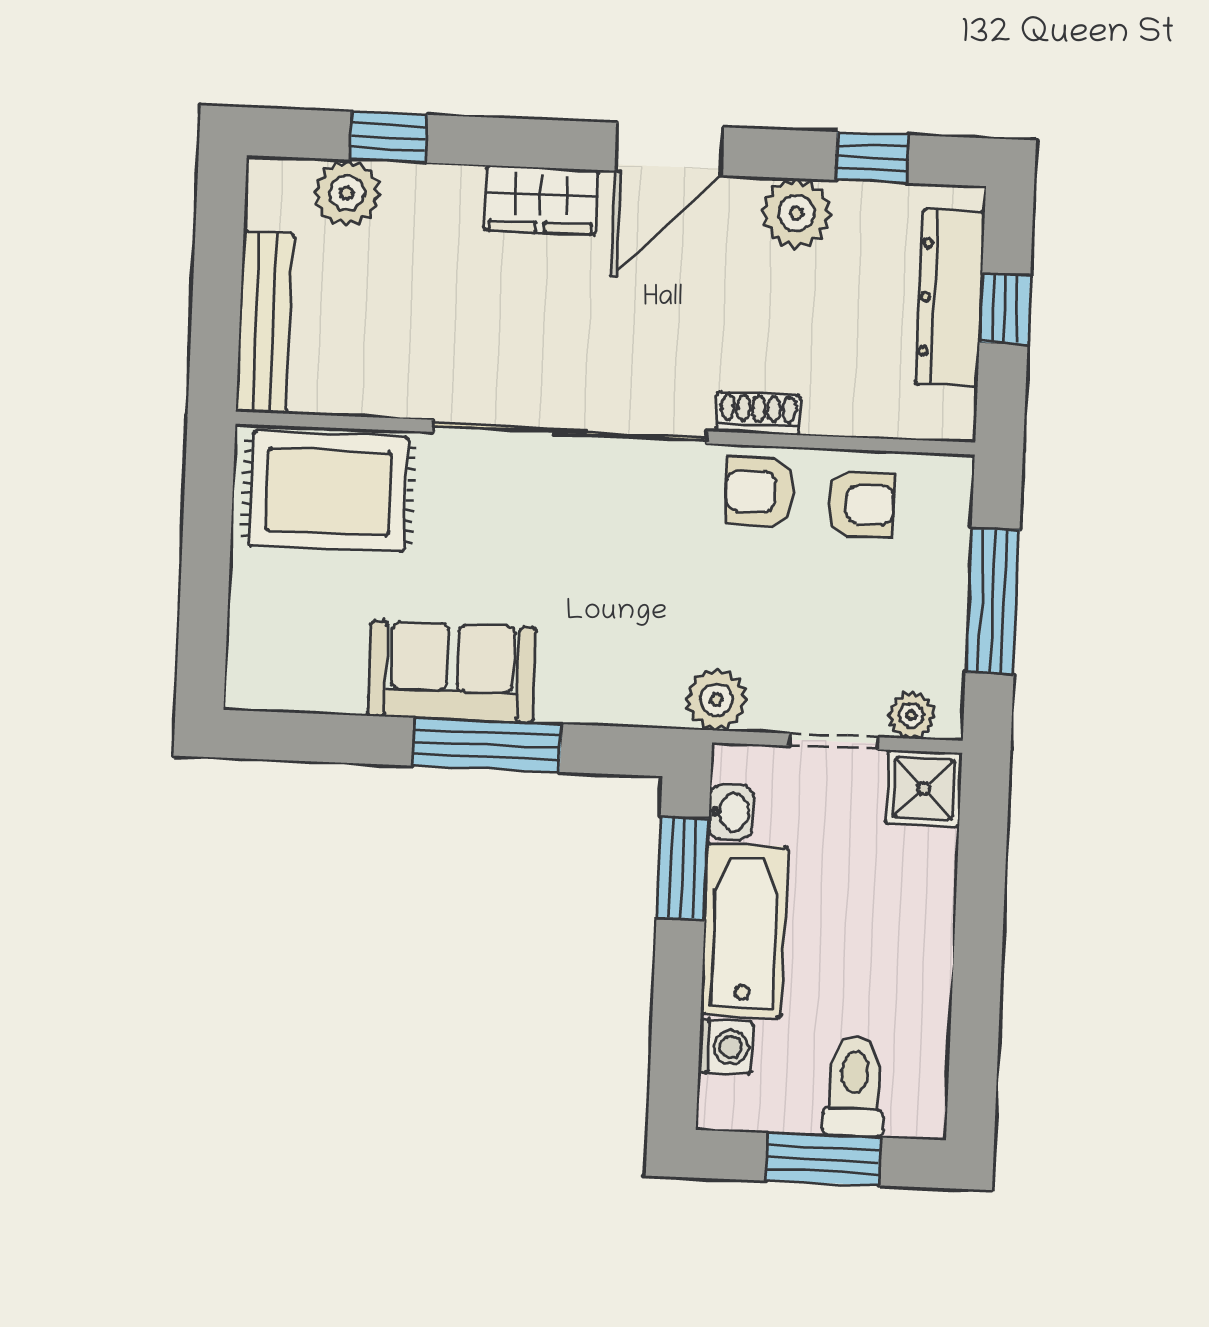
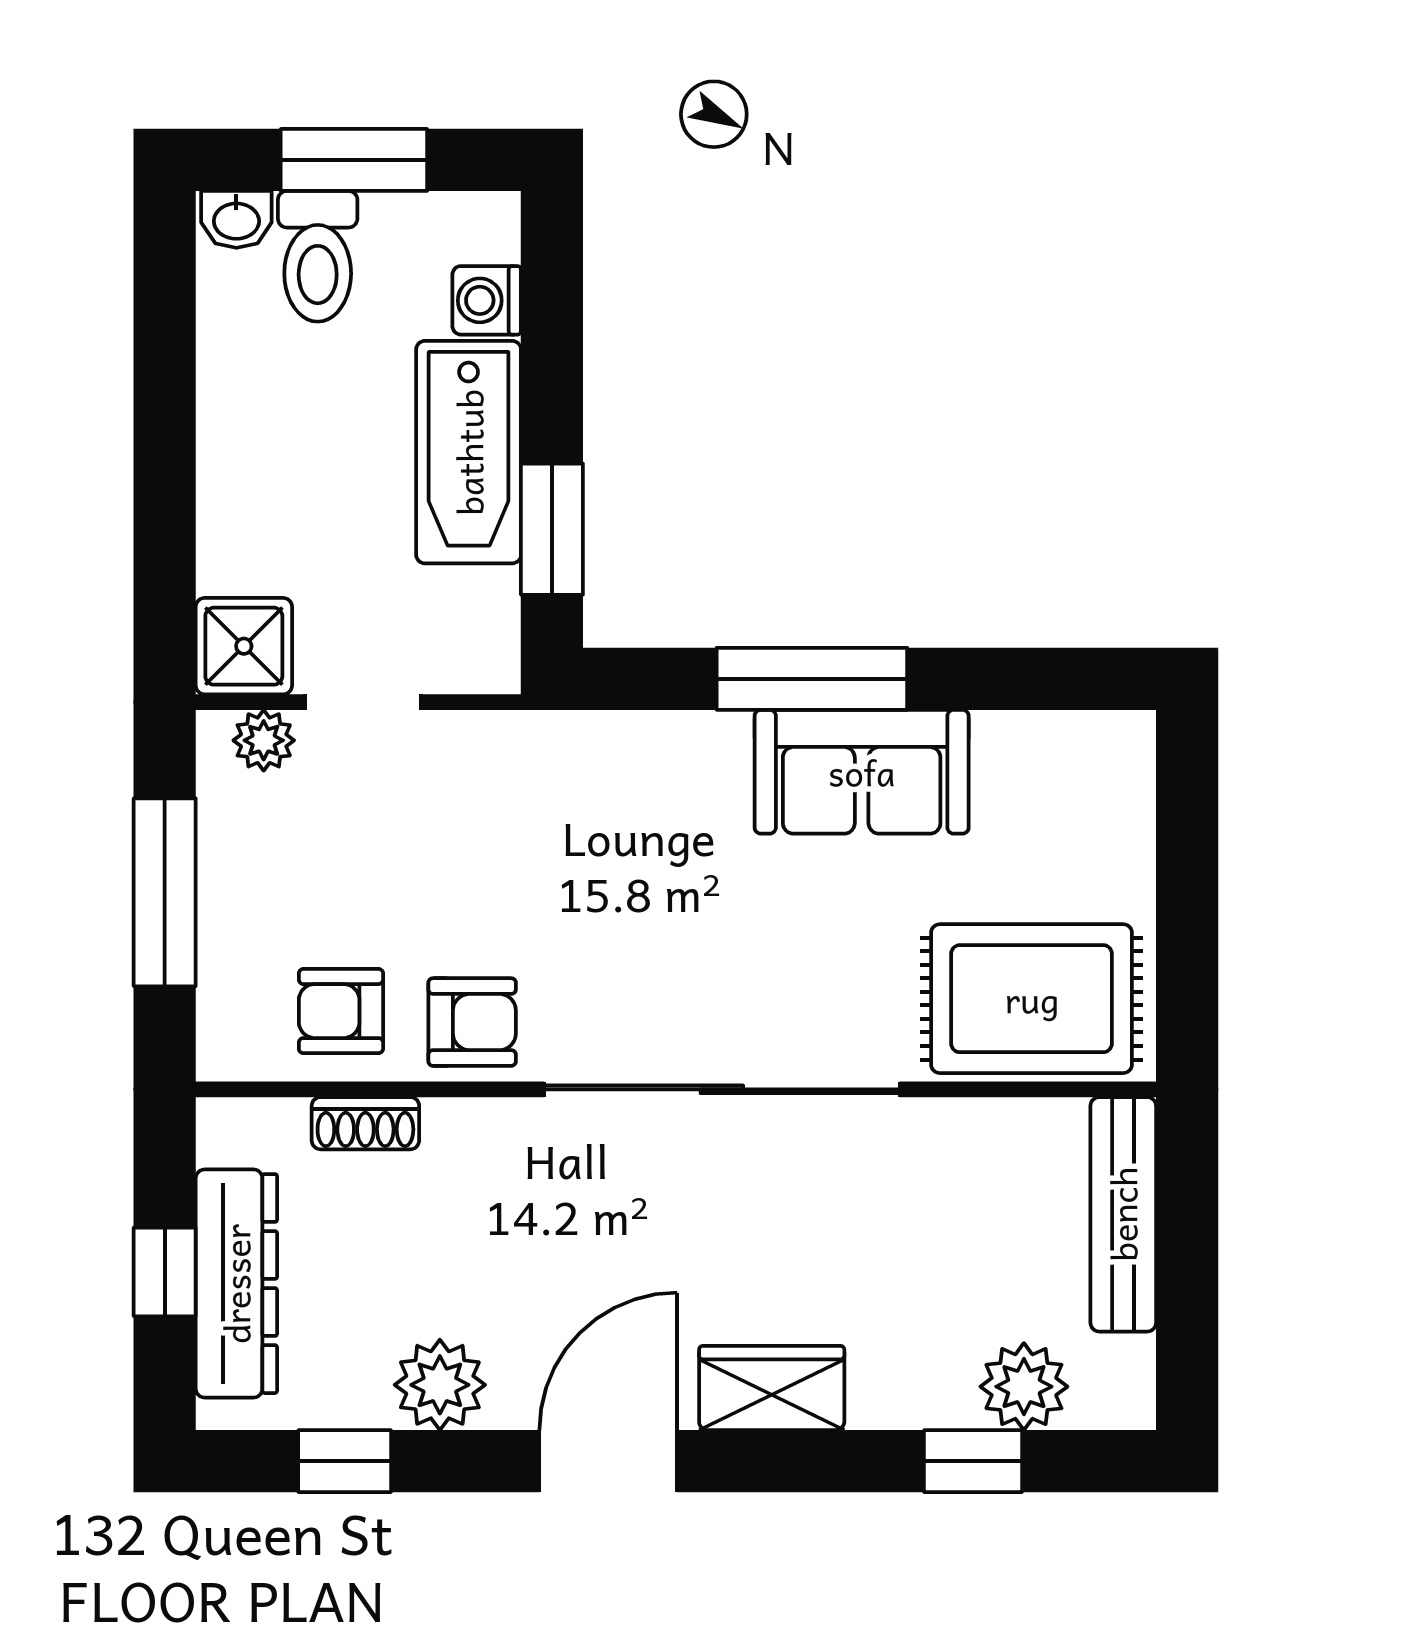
shoe rack: (758, 413) -> (365, 1123), moved
plant: (716, 700) -> (517, 750), removed
washbasin: (731, 812) -> (236, 219), moved, turned -90

